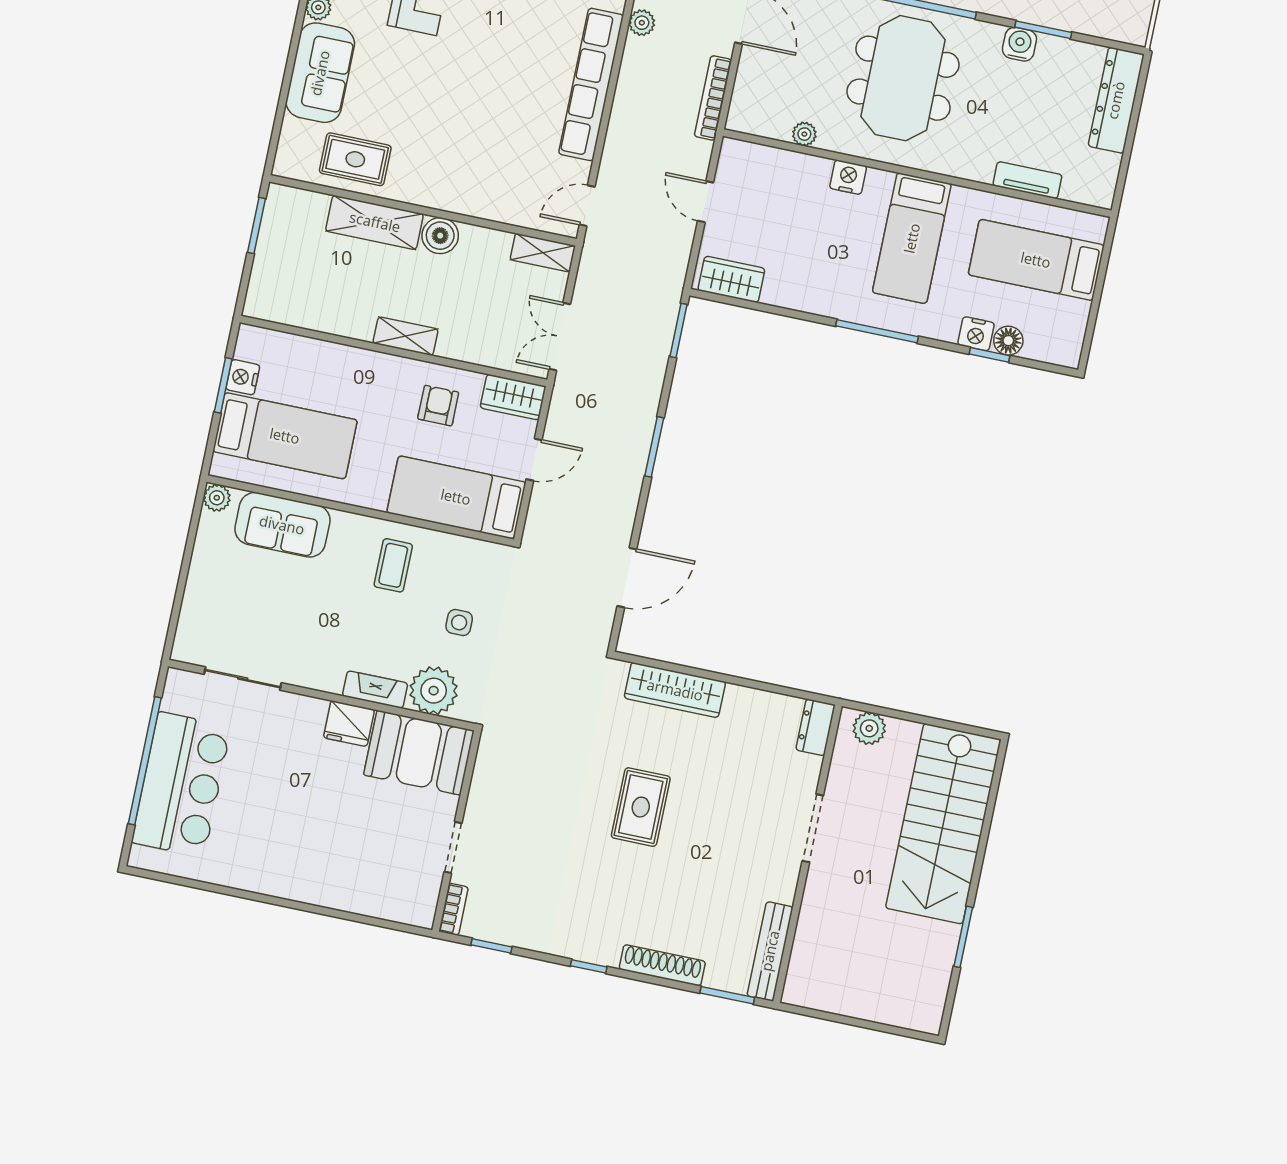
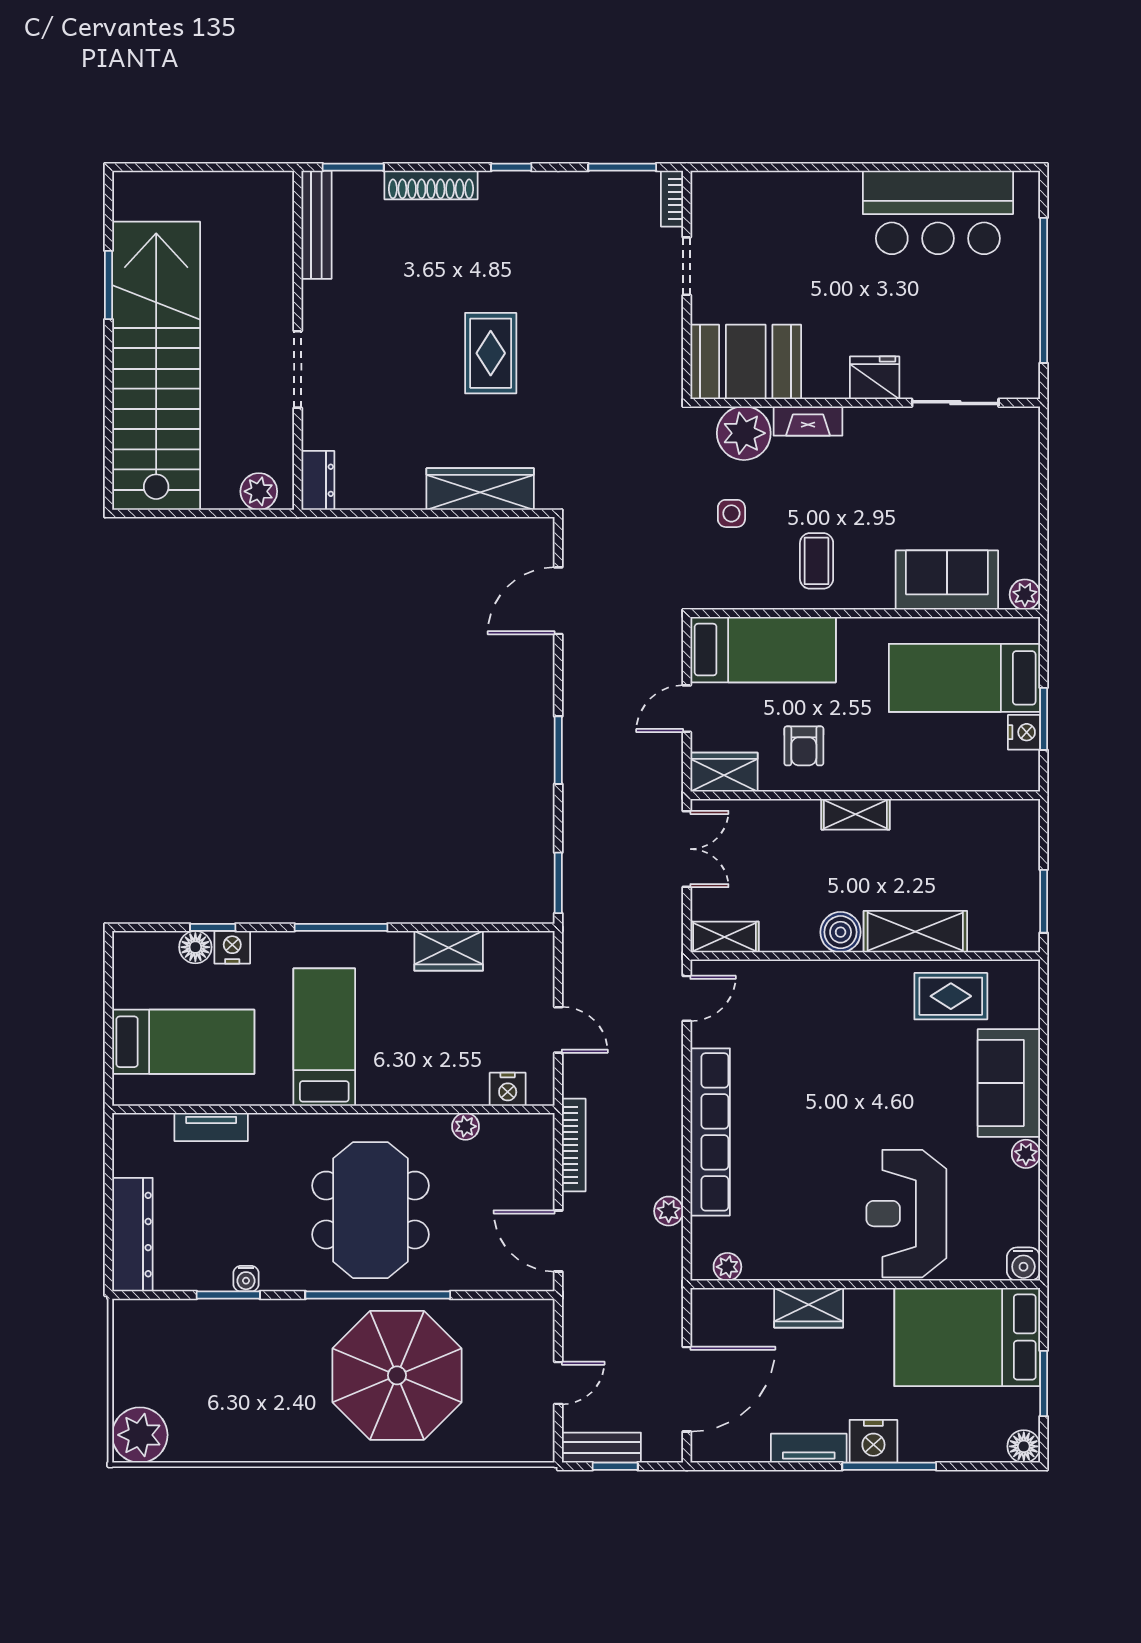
water cooler: (1019, 44) -> (246, 1279), width x0.72, depth x0.72
nightstand: (848, 177) -> (508, 1089), moved
wardrobe: (731, 279) -> (449, 951), moved
fridge: (349, 724) -> (875, 378), moved
bar counter: (181, 784) -> (938, 212), moved, turned -90
stairs: (943, 824) -> (156, 366), width x1.36
window: (491, 946) -> (622, 167), width x1.50

